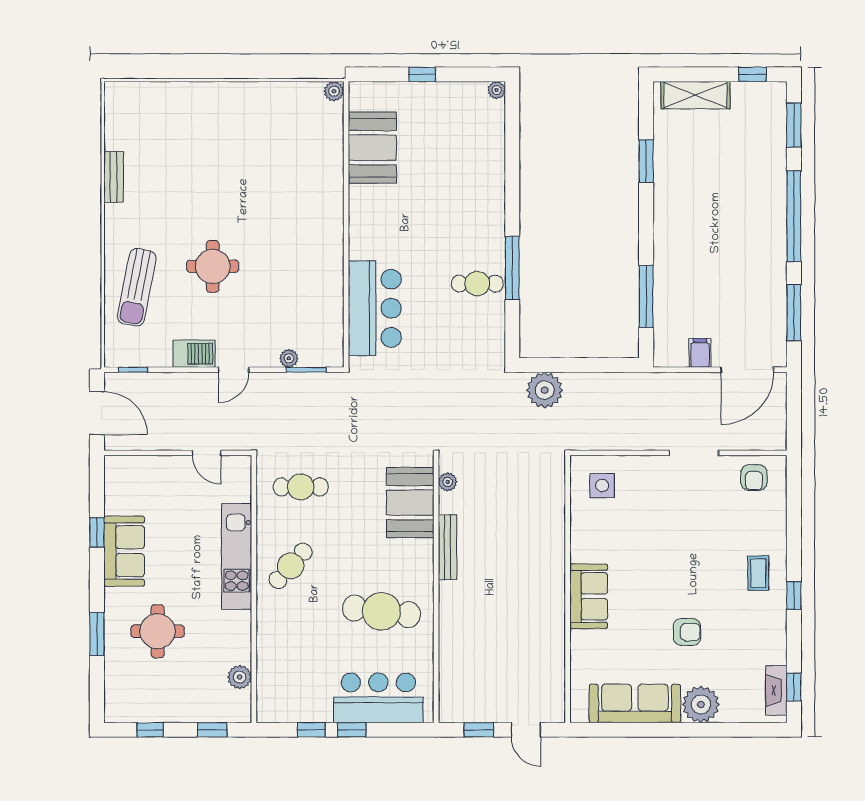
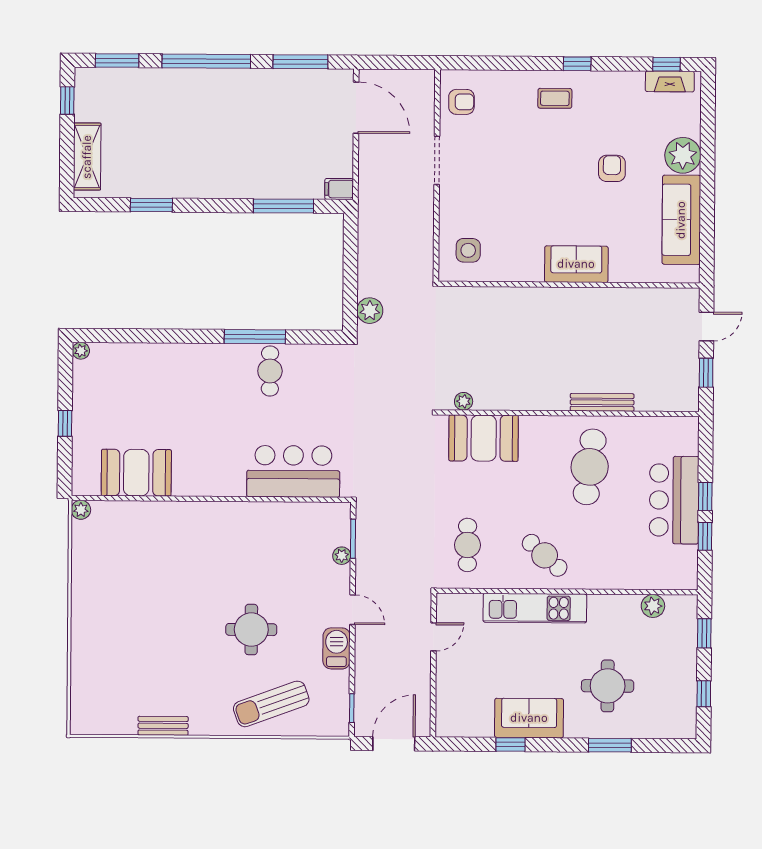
sun lounger: (137, 287) -> (271, 704), turned 149
filing cabinet: (700, 353) -> (339, 189), moved
plant: (545, 390) -> (370, 311), width x0.73, depth x0.73
bench: (448, 547) -> (602, 402), moved
bar counter: (378, 698) -> (674, 500), moved

